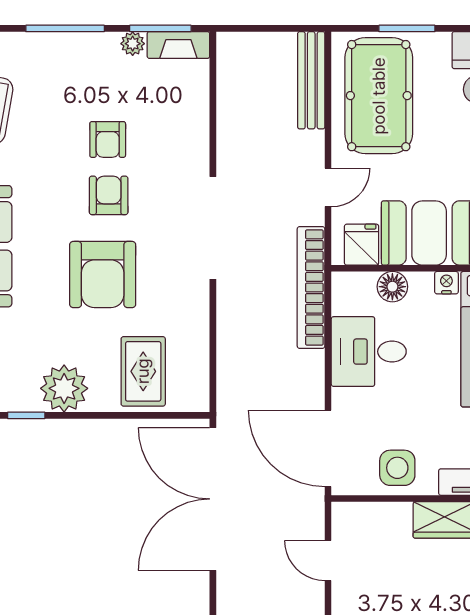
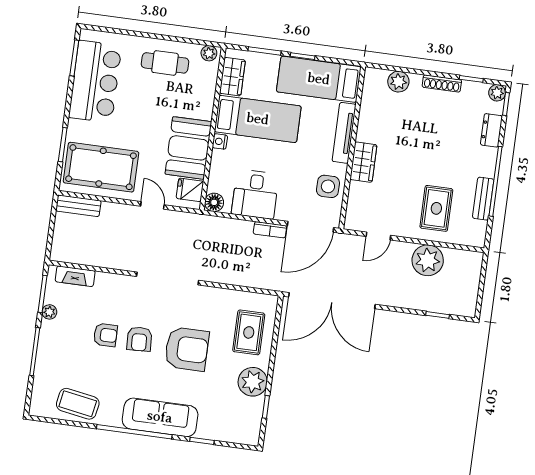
fireplace: (178, 45) -> (75, 276), moved, turned 90
bench: (311, 80) -> (78, 206), width x0.73
armchair: (109, 195) -> (139, 339), turned -93
bookcase: (311, 287) -> (270, 230), moved, width x0.43, depth x0.76
floor lamp: (392, 287) -> (214, 202), moved
rug: (143, 371) -> (249, 332), turned 90

